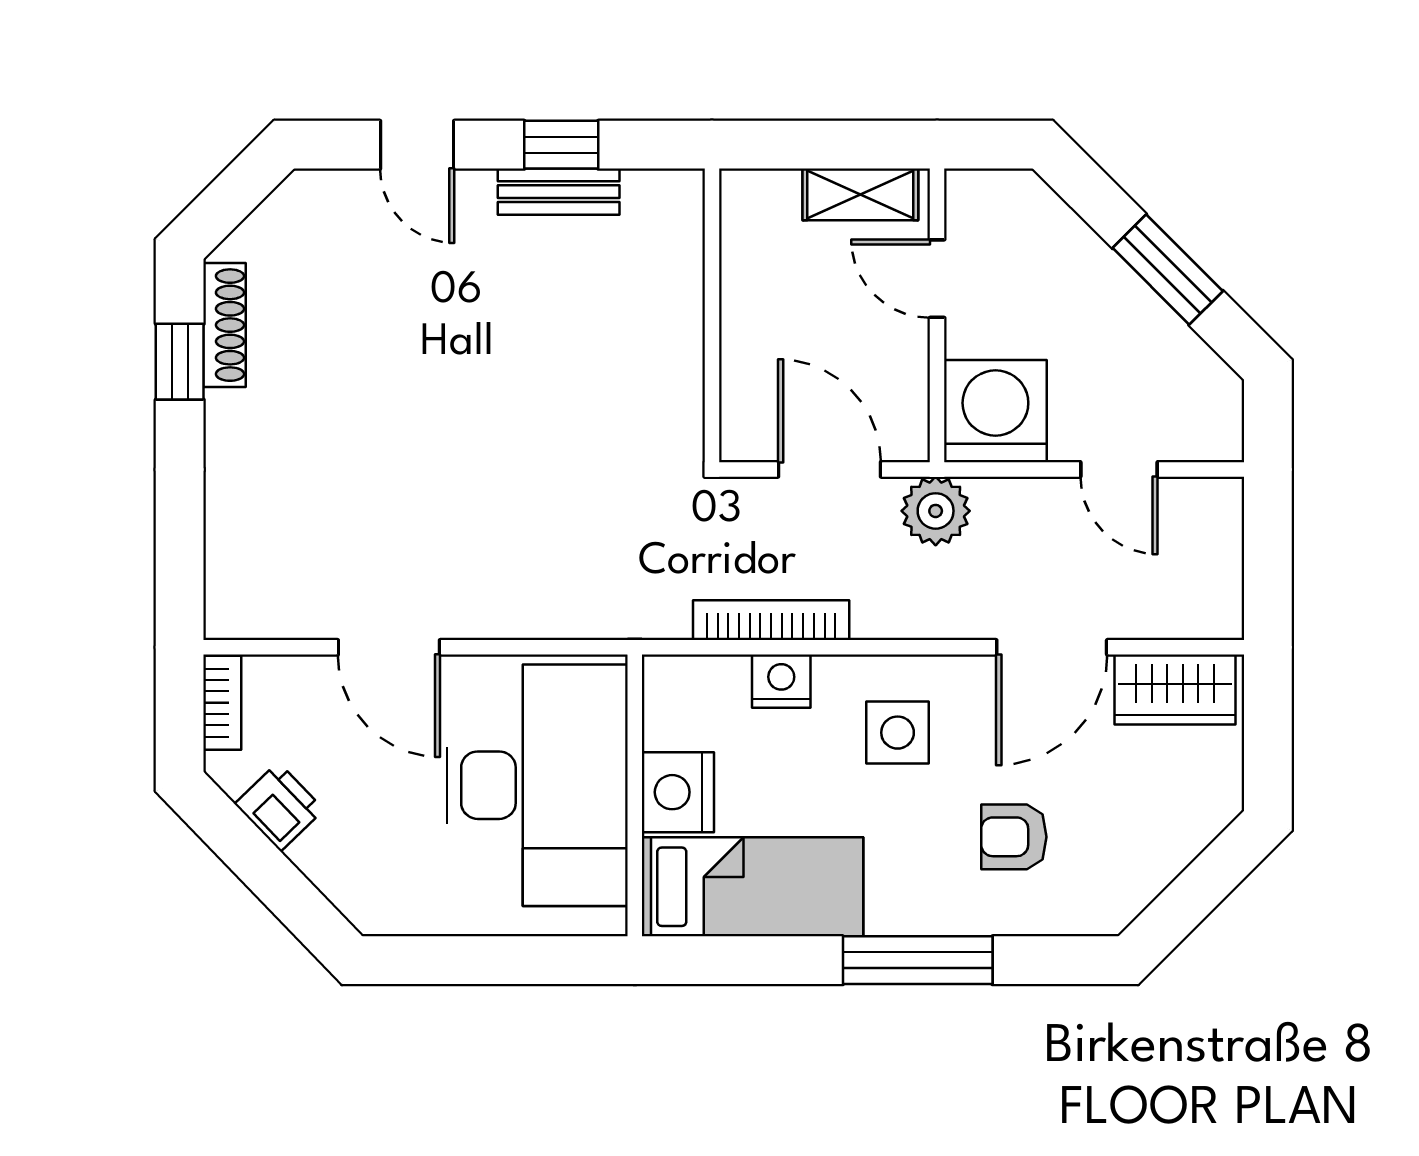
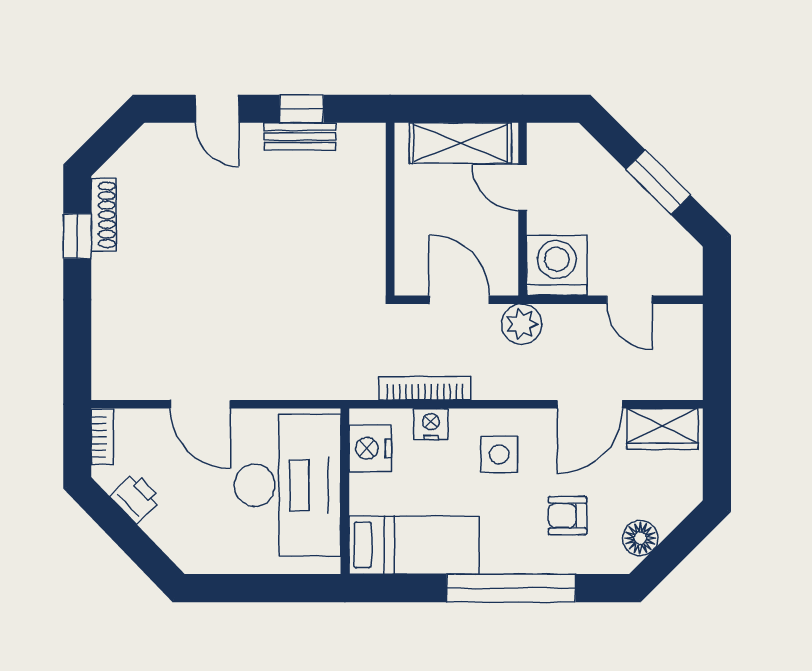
shelving: (860, 194) -> (460, 143), width x1.50, depth x1.33
nightstand: (678, 792) -> (370, 448), moved
floor lamp: (1137, 875) -> (640, 538), added
window: (918, 960) -> (511, 588), width x1.46

